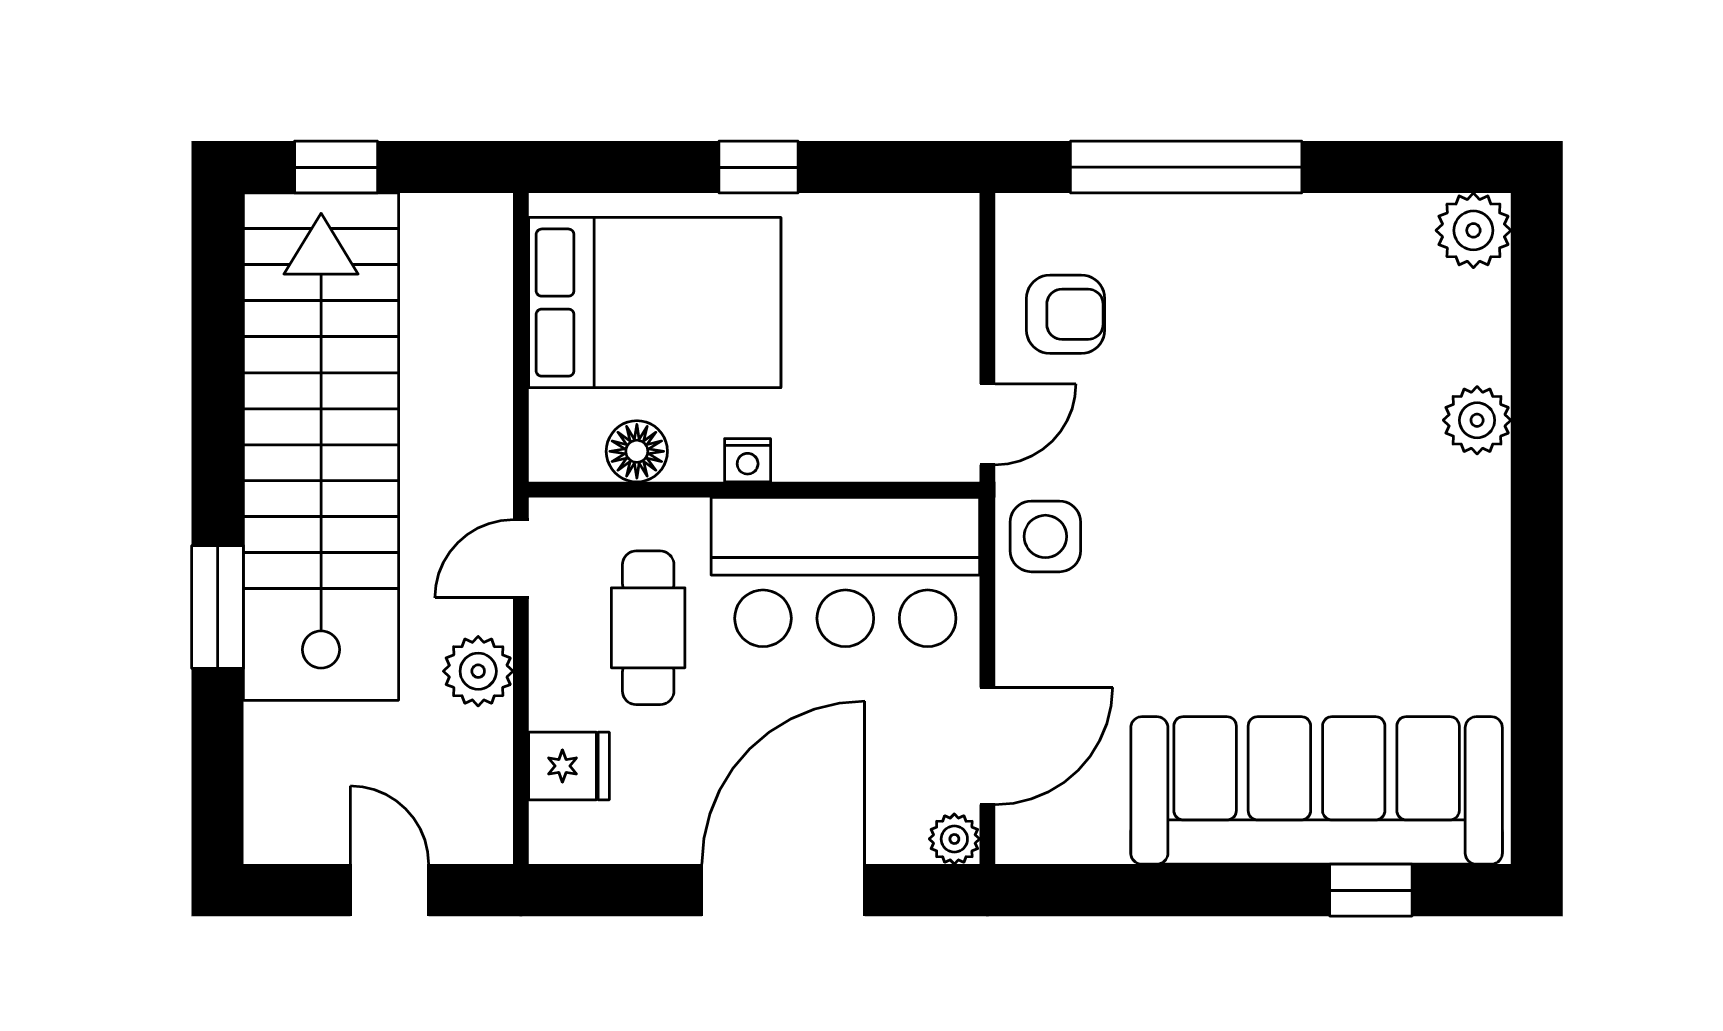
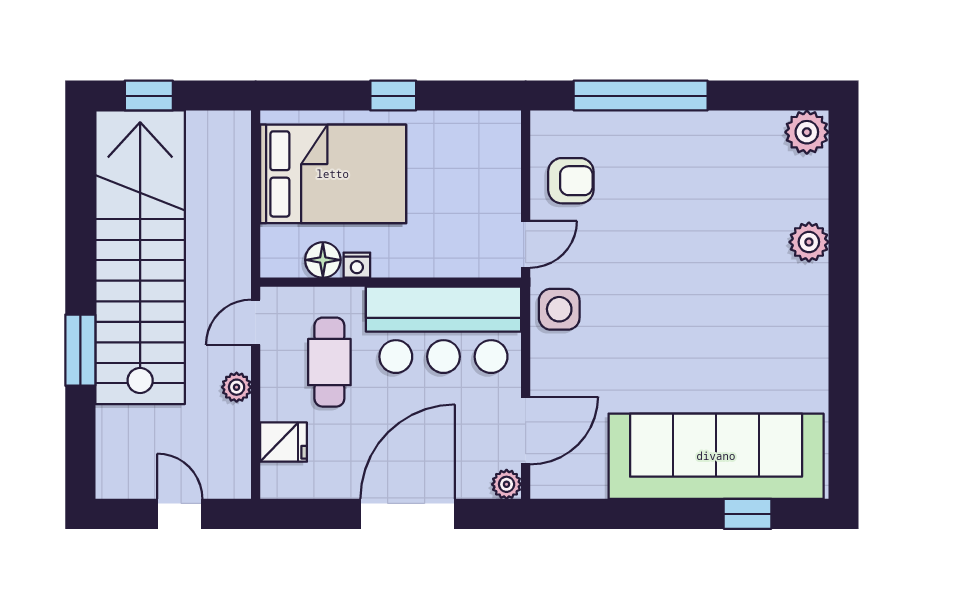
nightstand: (748, 460) -> (357, 265), moved
plant: (478, 671) -> (237, 387), width x0.73, depth x0.73

